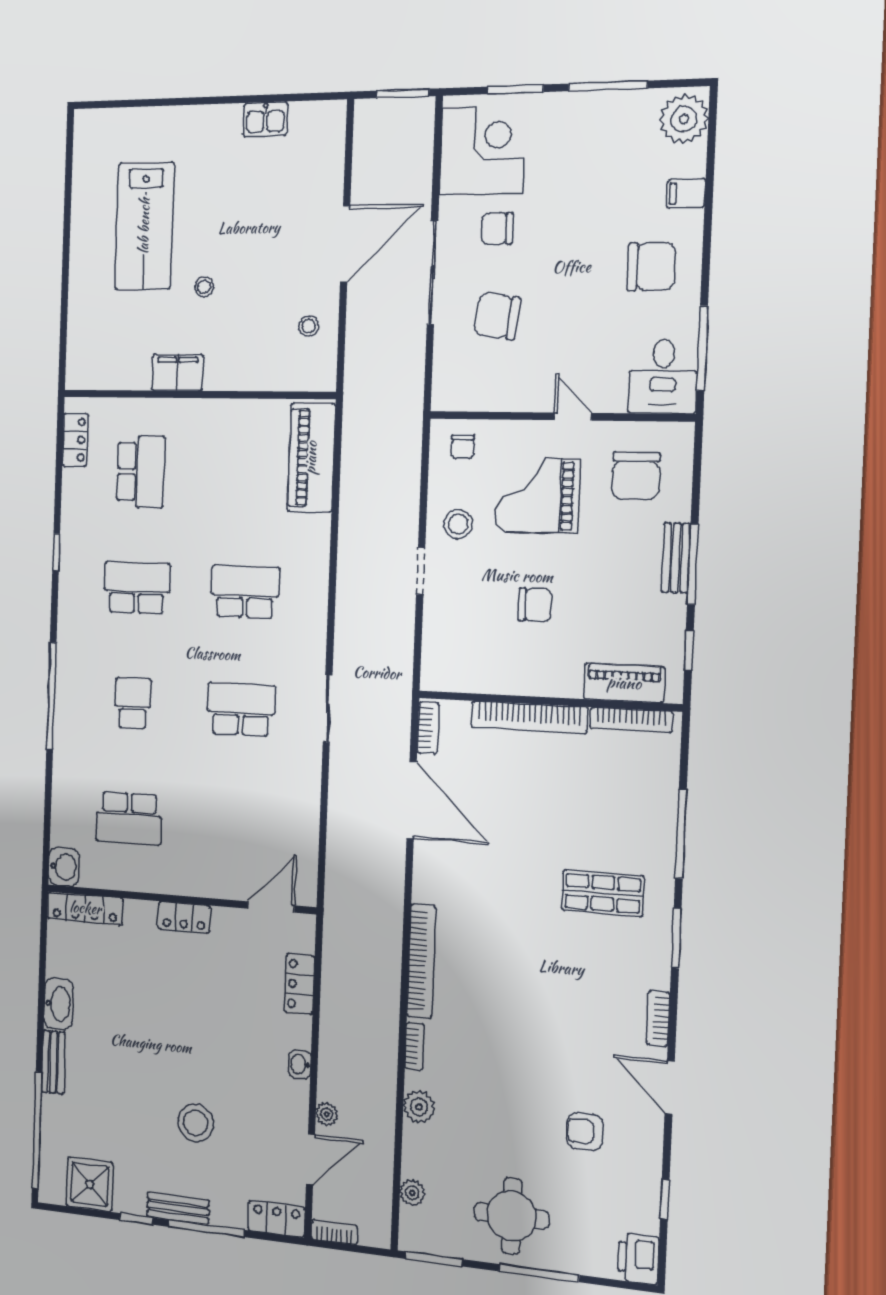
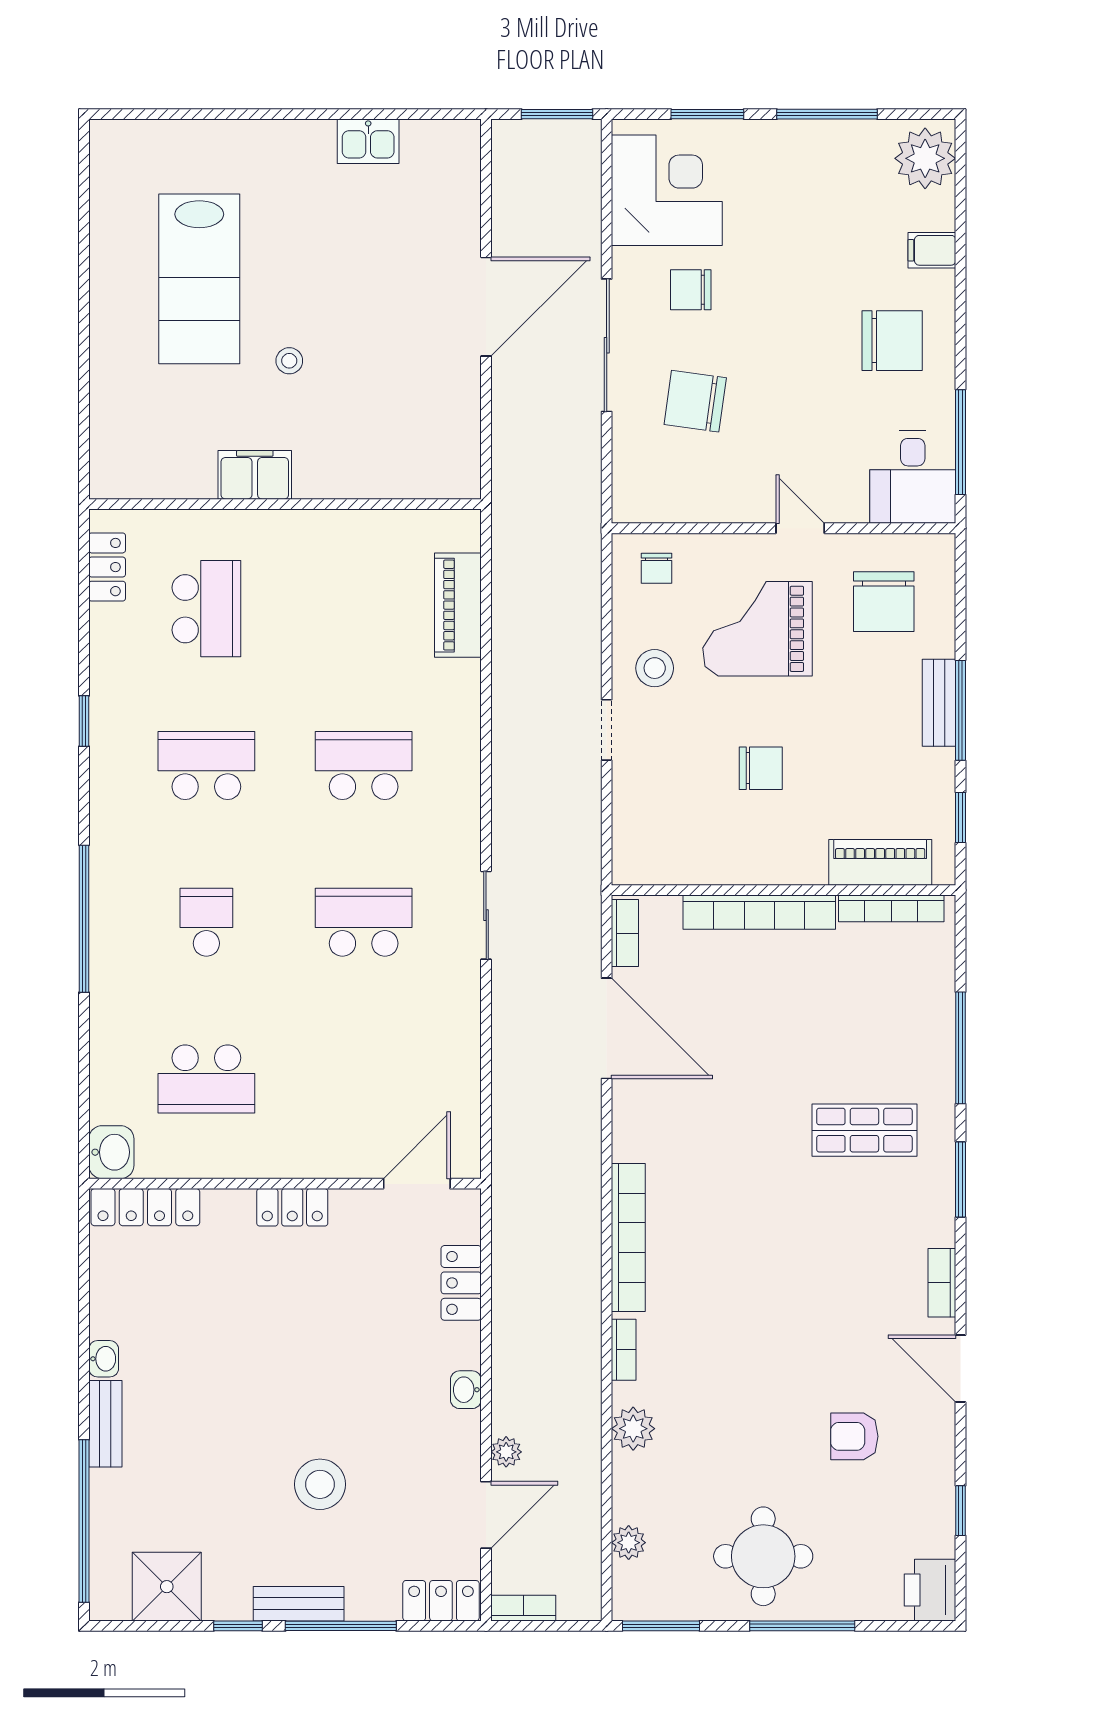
stool: (308, 326) -> (439, 413), removed
piano: (311, 458) -> (458, 605), width x0.73, depth x0.75
washbasin: (58, 1004) -> (104, 1359), width x0.52, depth x0.69

